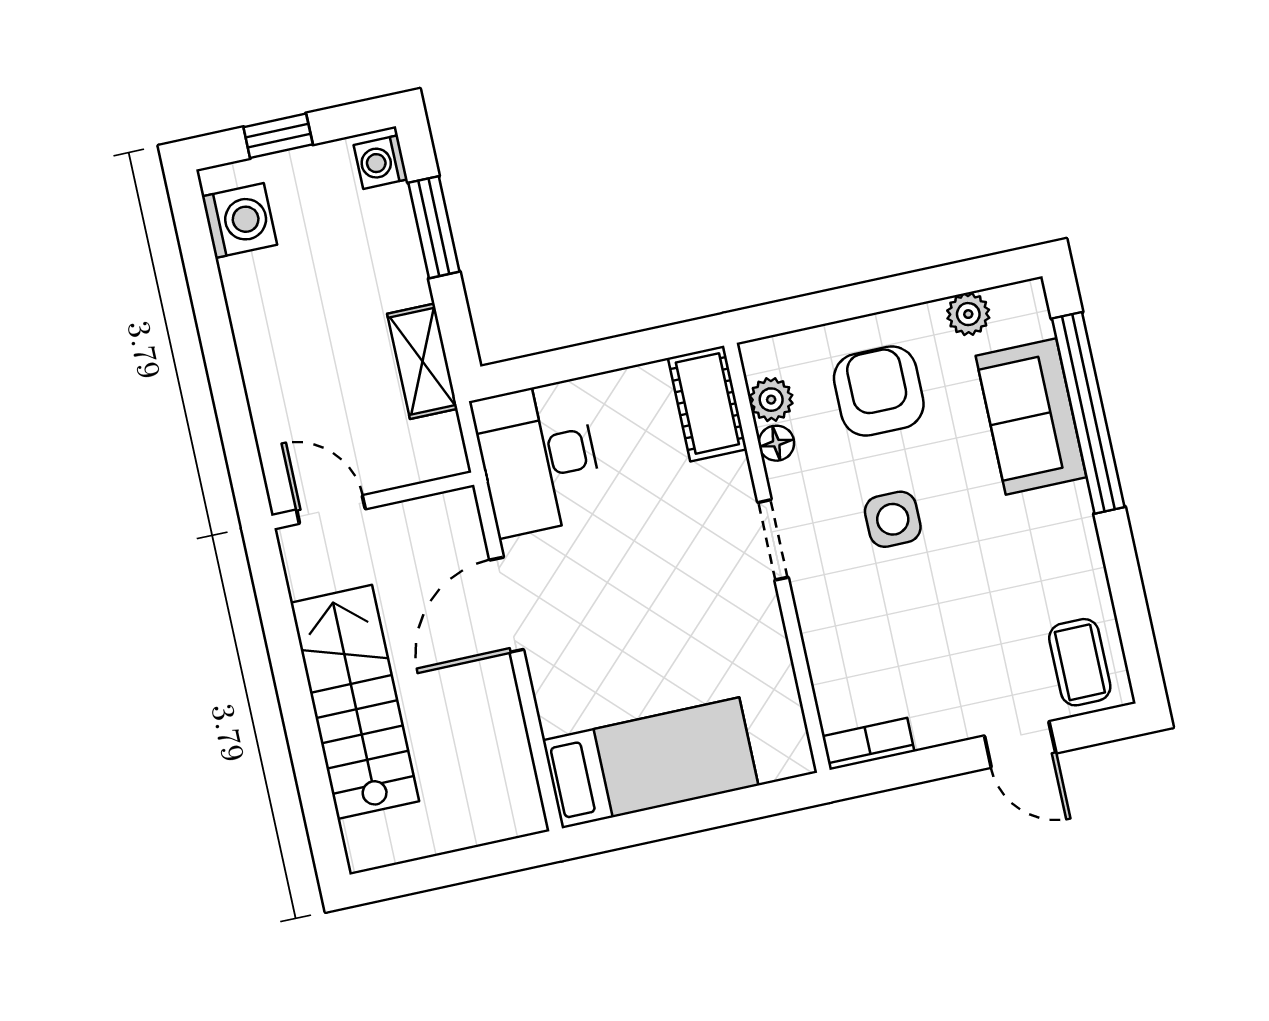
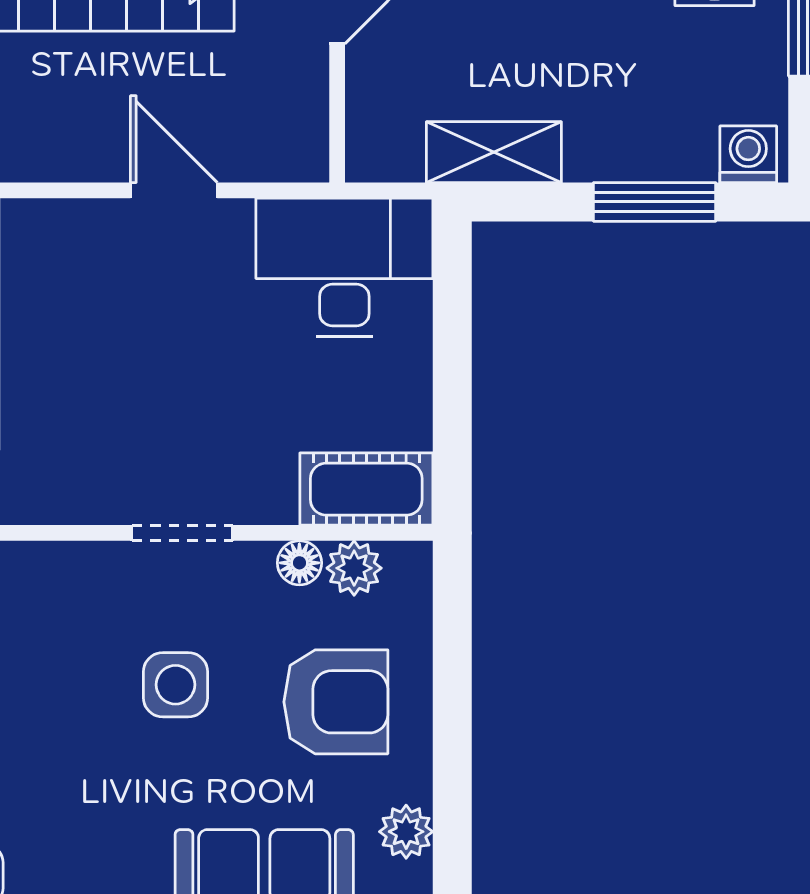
door: (507, 605) -> (174, 190), width x0.73

